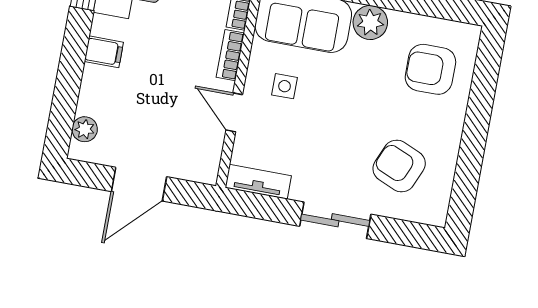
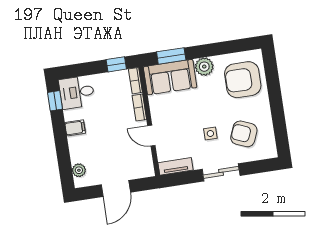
armchair: (430, 69) -> (243, 80), width x1.36, depth x1.36
side table: (285, 86) -> (210, 133), moved

